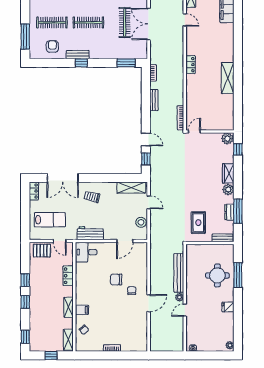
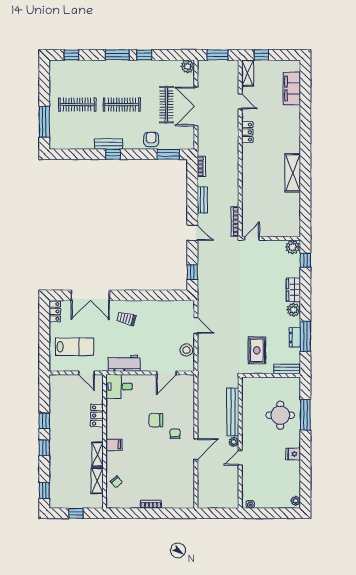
armchair: (52, 46) -> (151, 139), moved
locker: (191, 65) -> (247, 132), moved
door: (146, 139) -> (192, 233), moved
shelving: (131, 188) -> (174, 307), removed
pallet: (42, 251) -> (65, 385), removed
filing cabinet: (82, 310) -> (114, 445), moved
shelving: (68, 340) -> (97, 481), moved

